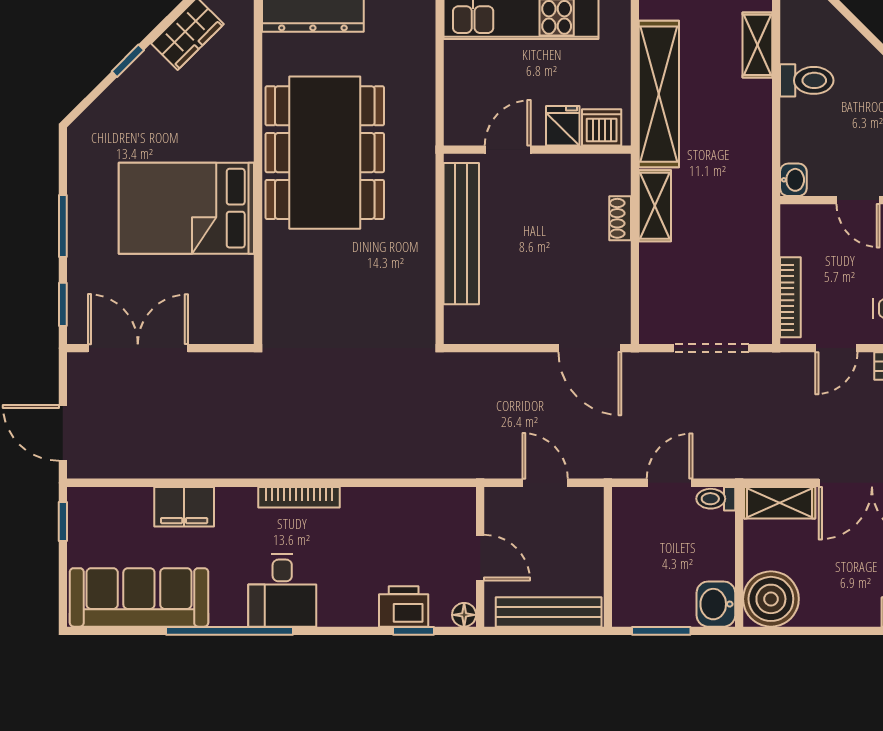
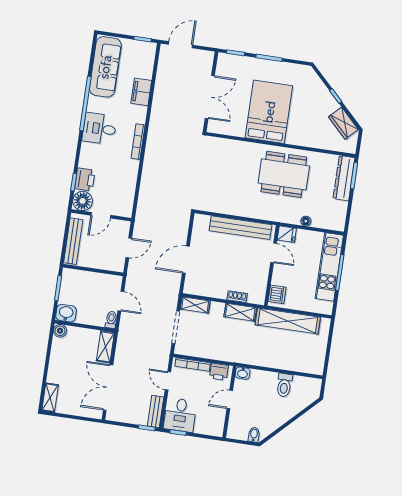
shelving: (757, 45) -> (195, 305), moved
floor lamp: (424, 87) -> (306, 221), added
fridge: (563, 126) -> (287, 234), moved
dining table: (325, 153) -> (284, 174), width x0.73, depth x0.80
printer: (798, 235) -> (219, 372), added
double door: (138, 348) -> (210, 97), moved
door: (590, 348) -> (186, 260), moved
boiler: (771, 599) -> (60, 331), width x0.54, depth x0.54
floor lamp: (464, 615) -> (83, 201), width x1.89, depth x1.89

